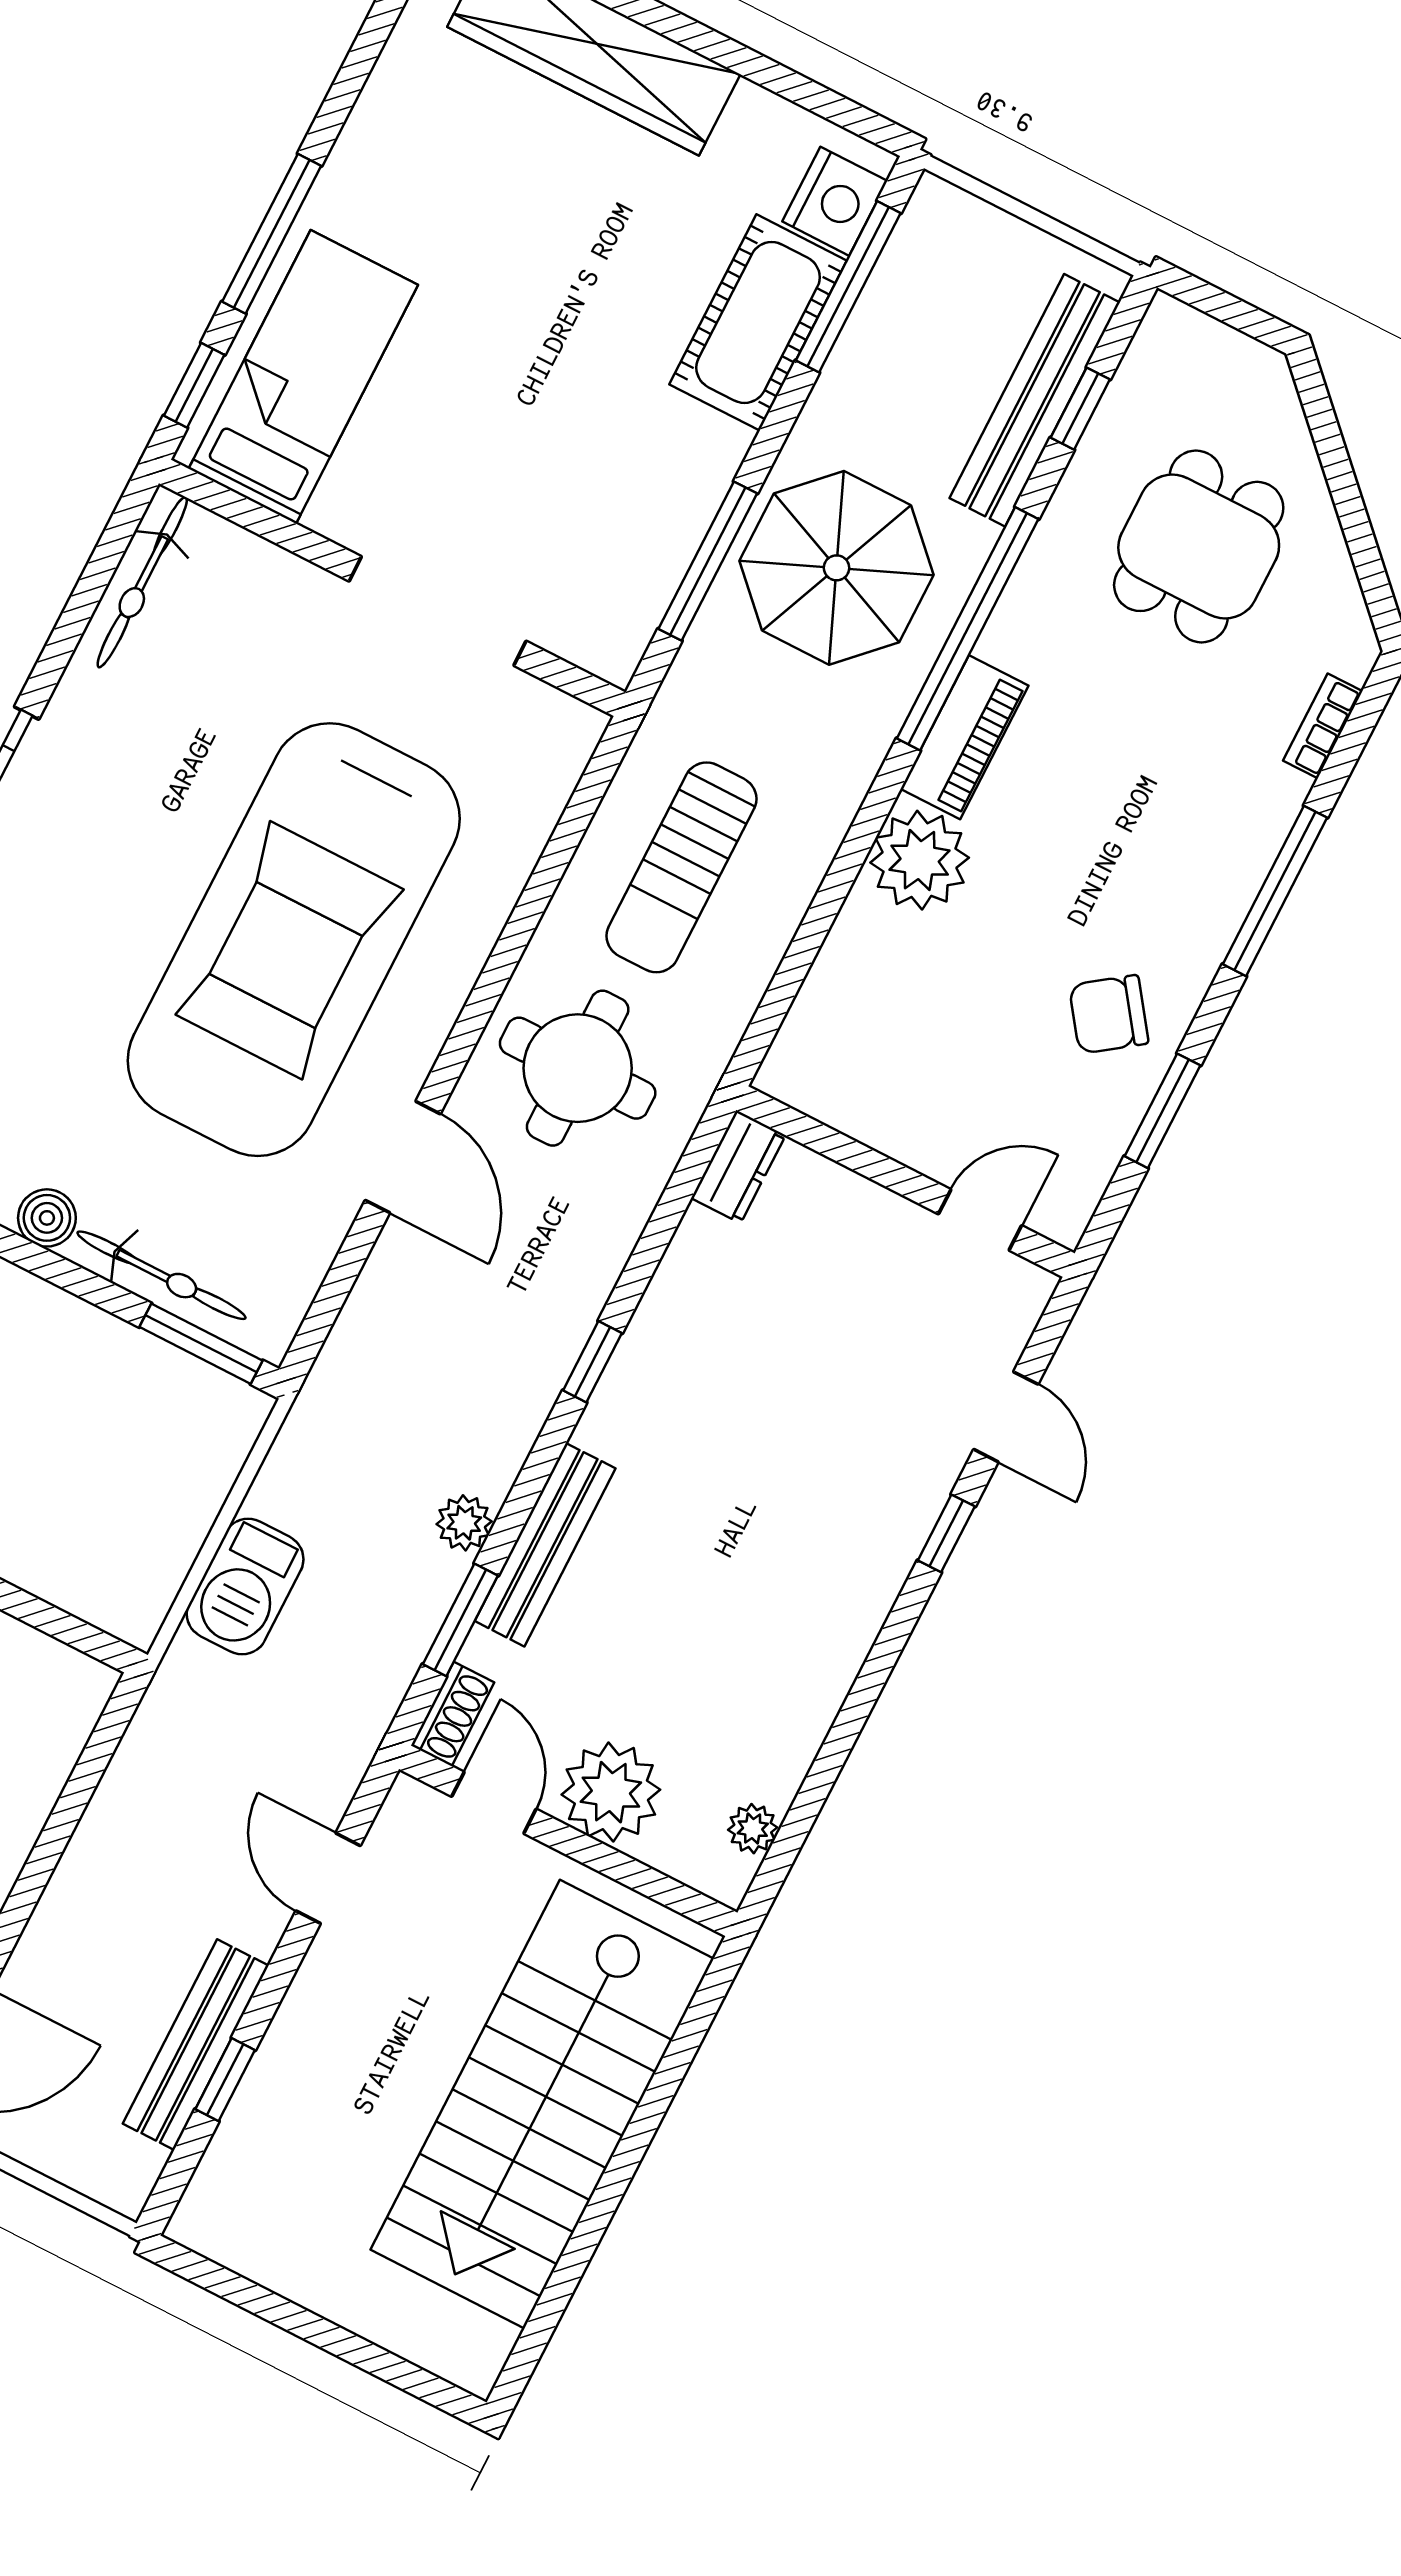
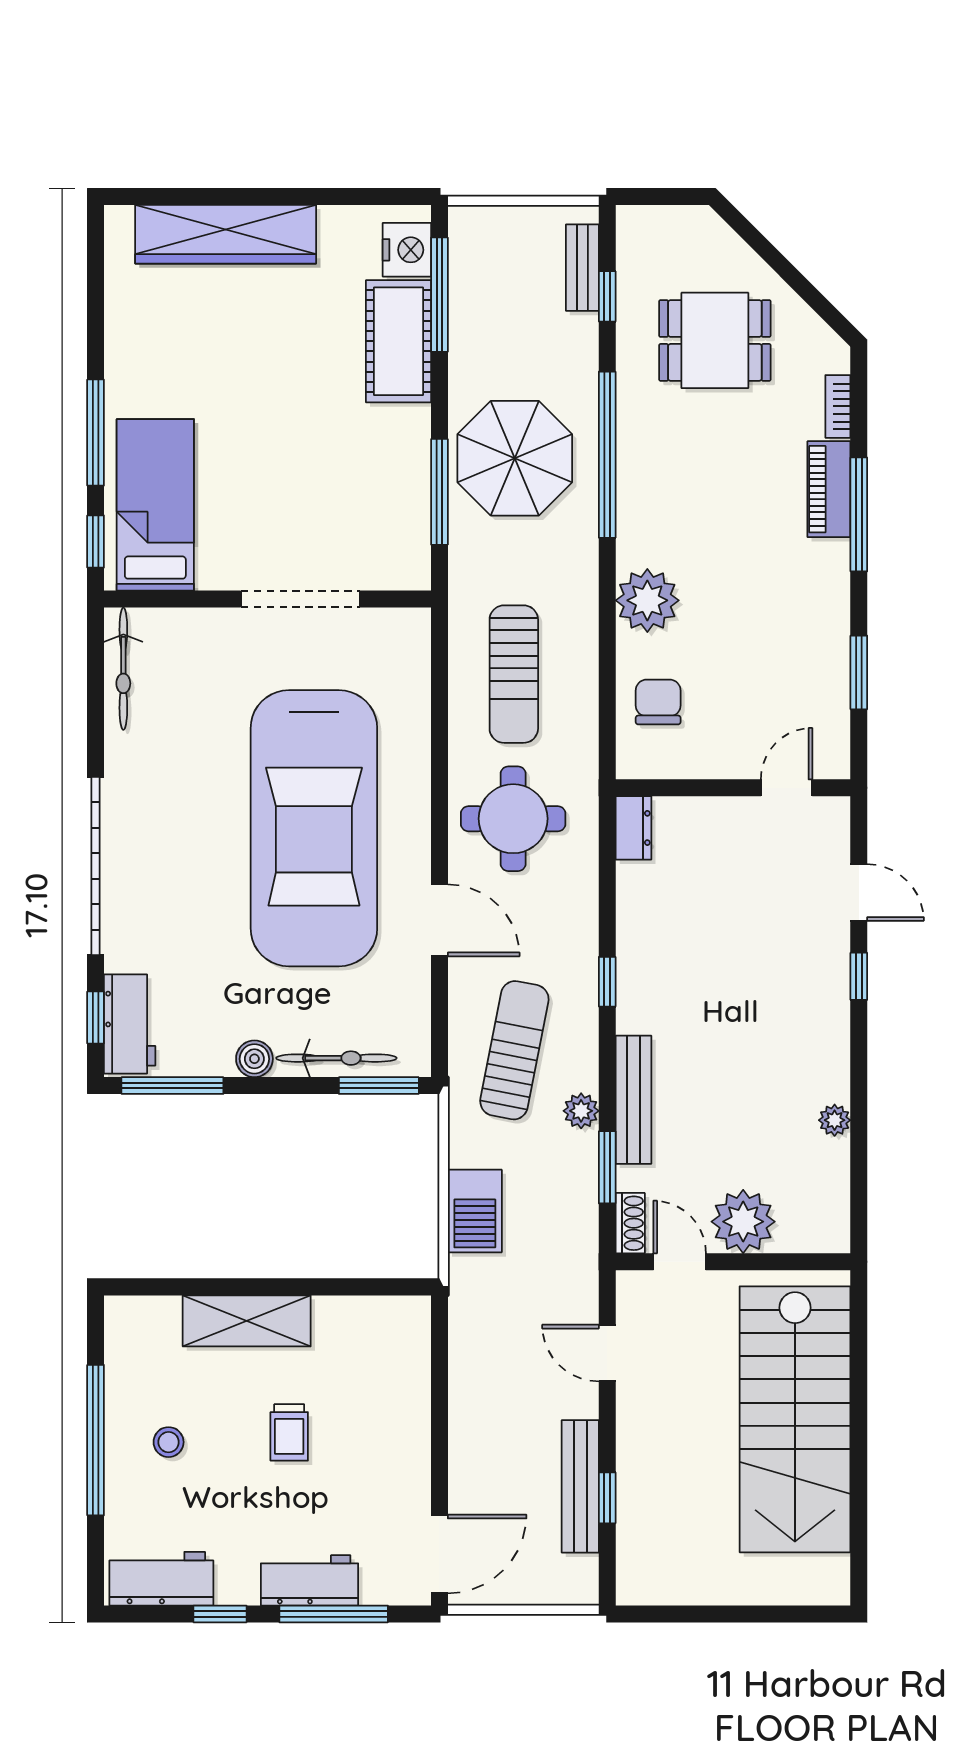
bench: (1035, 400) -> (582, 268), width x0.54, depth x0.82
dining table: (1199, 546) -> (715, 340), turned 90
piano: (964, 737) -> (829, 489), moved, turned 180
chair: (1109, 1014) -> (658, 702), moved, turned 126
sun lounger: (415, 1391) -> (514, 1050), added
plant: (753, 1829) -> (835, 1120), moved

